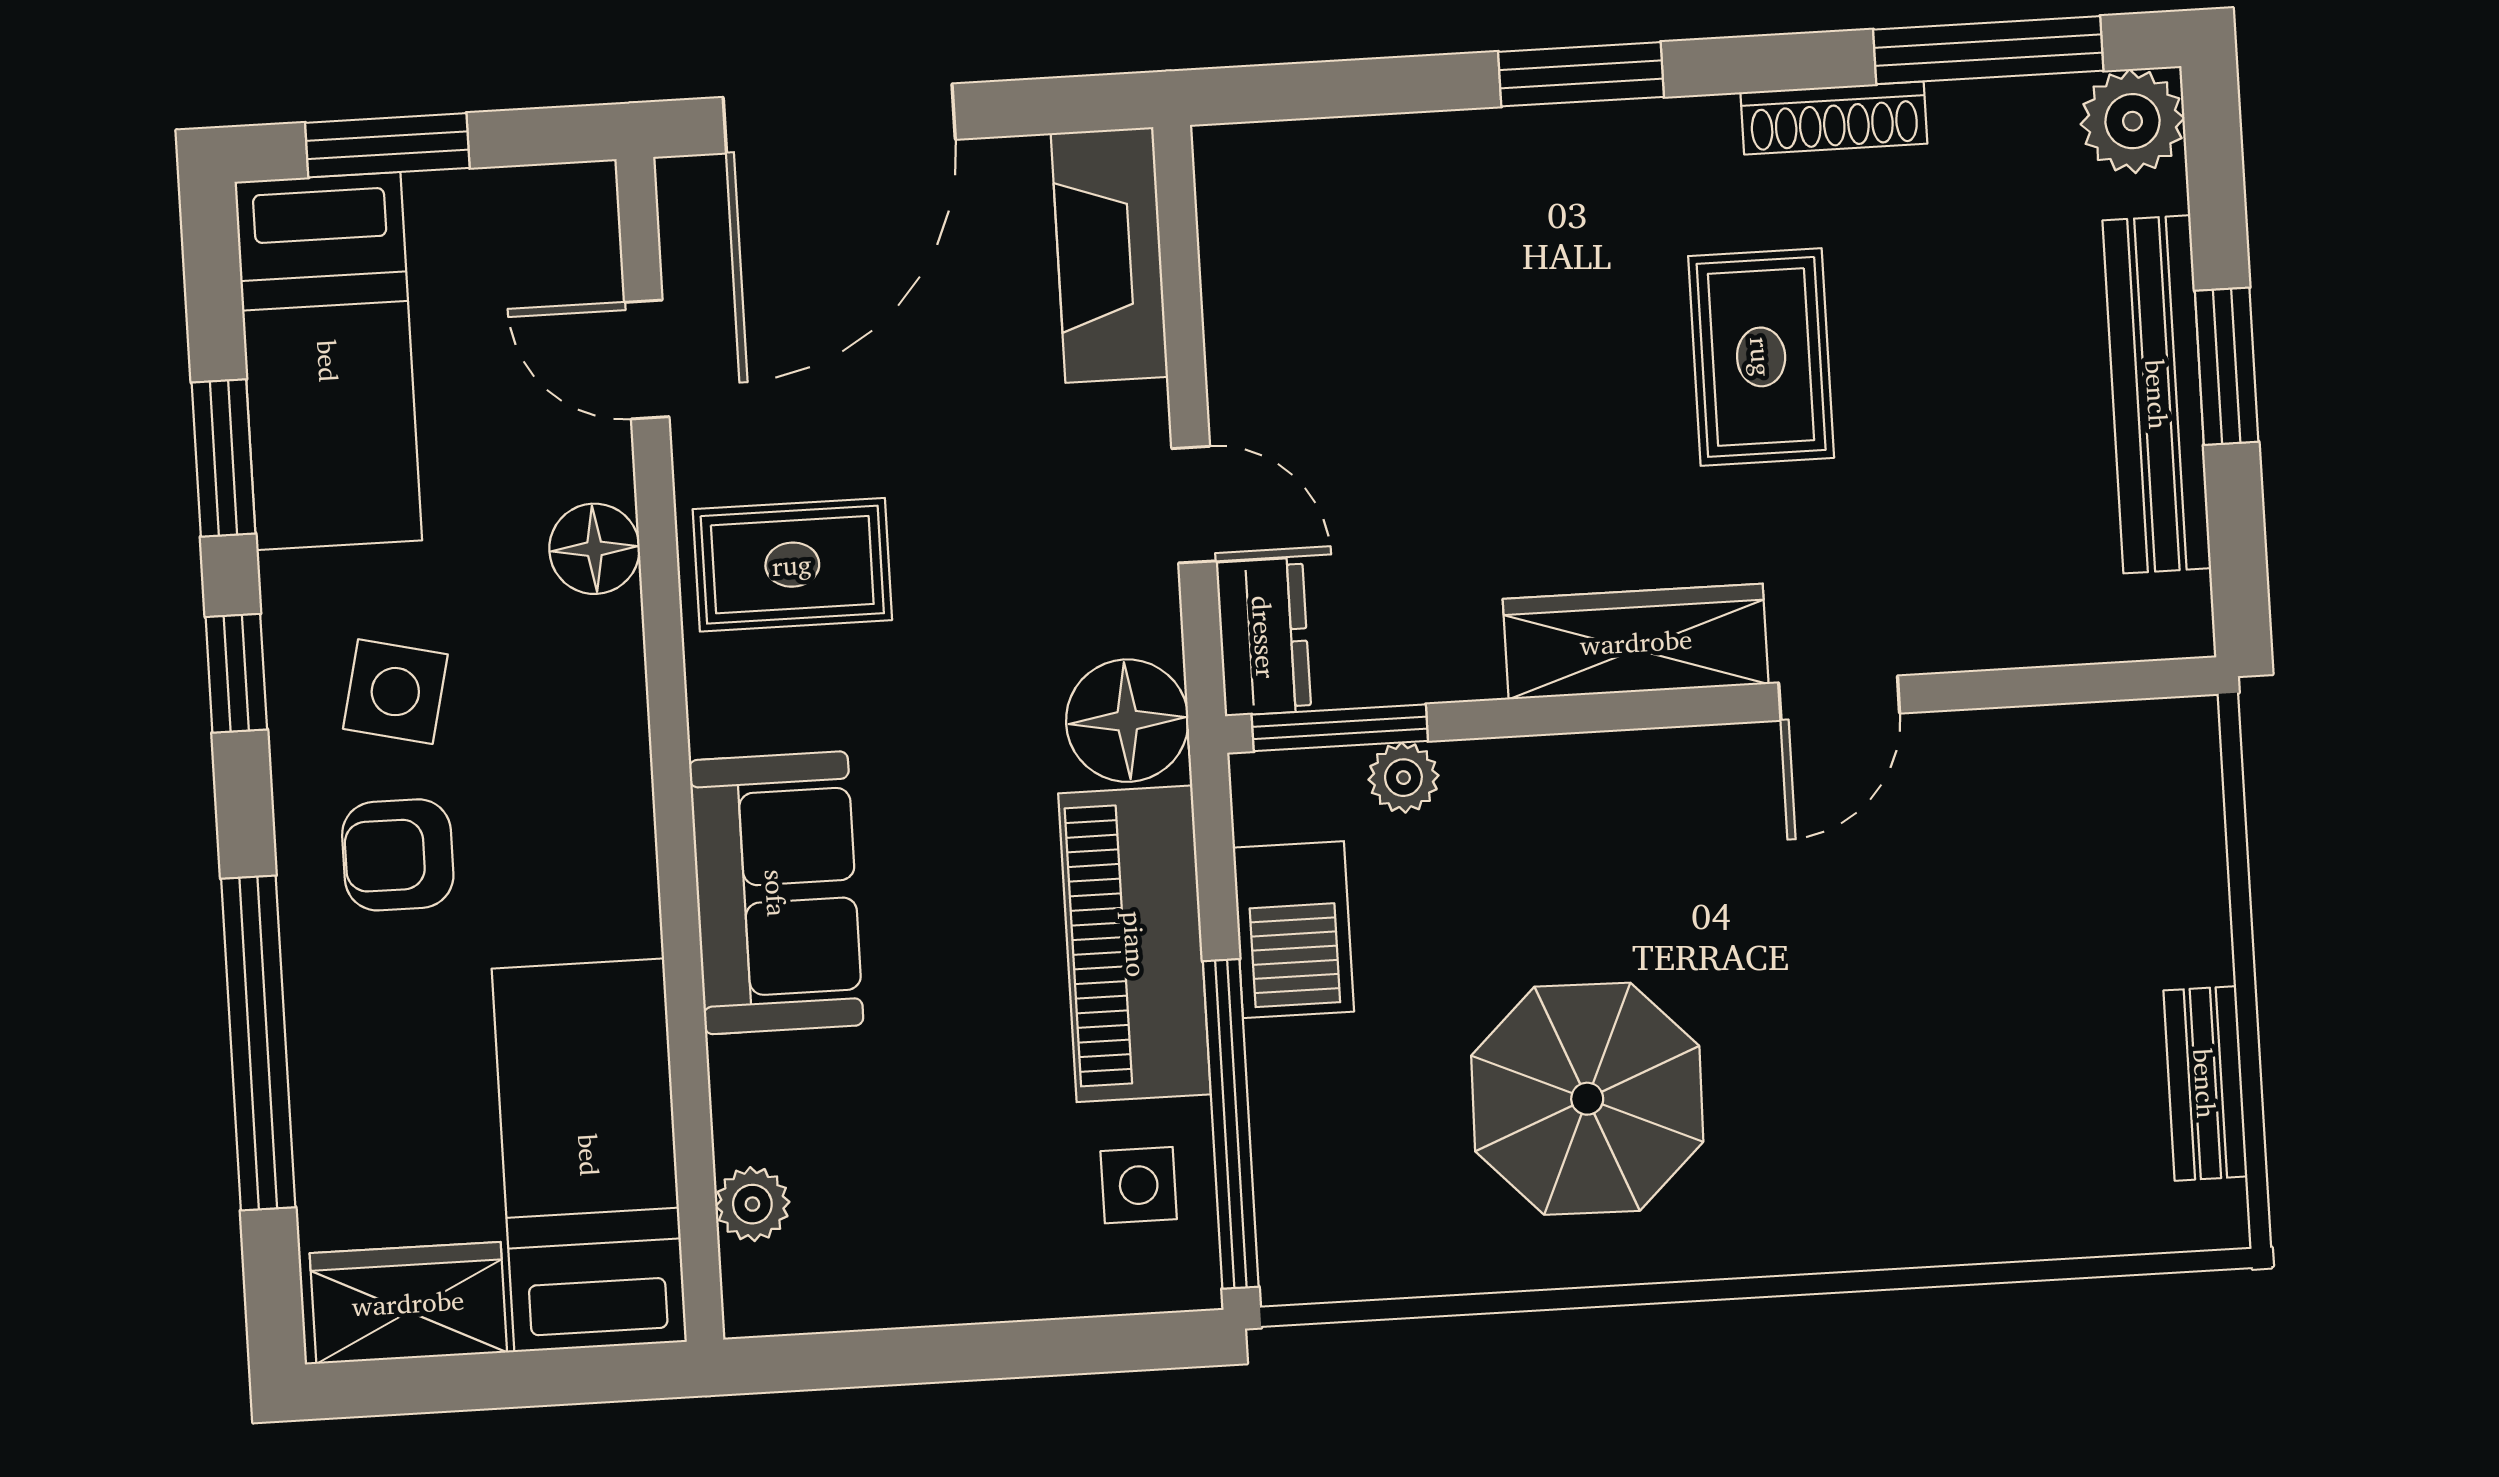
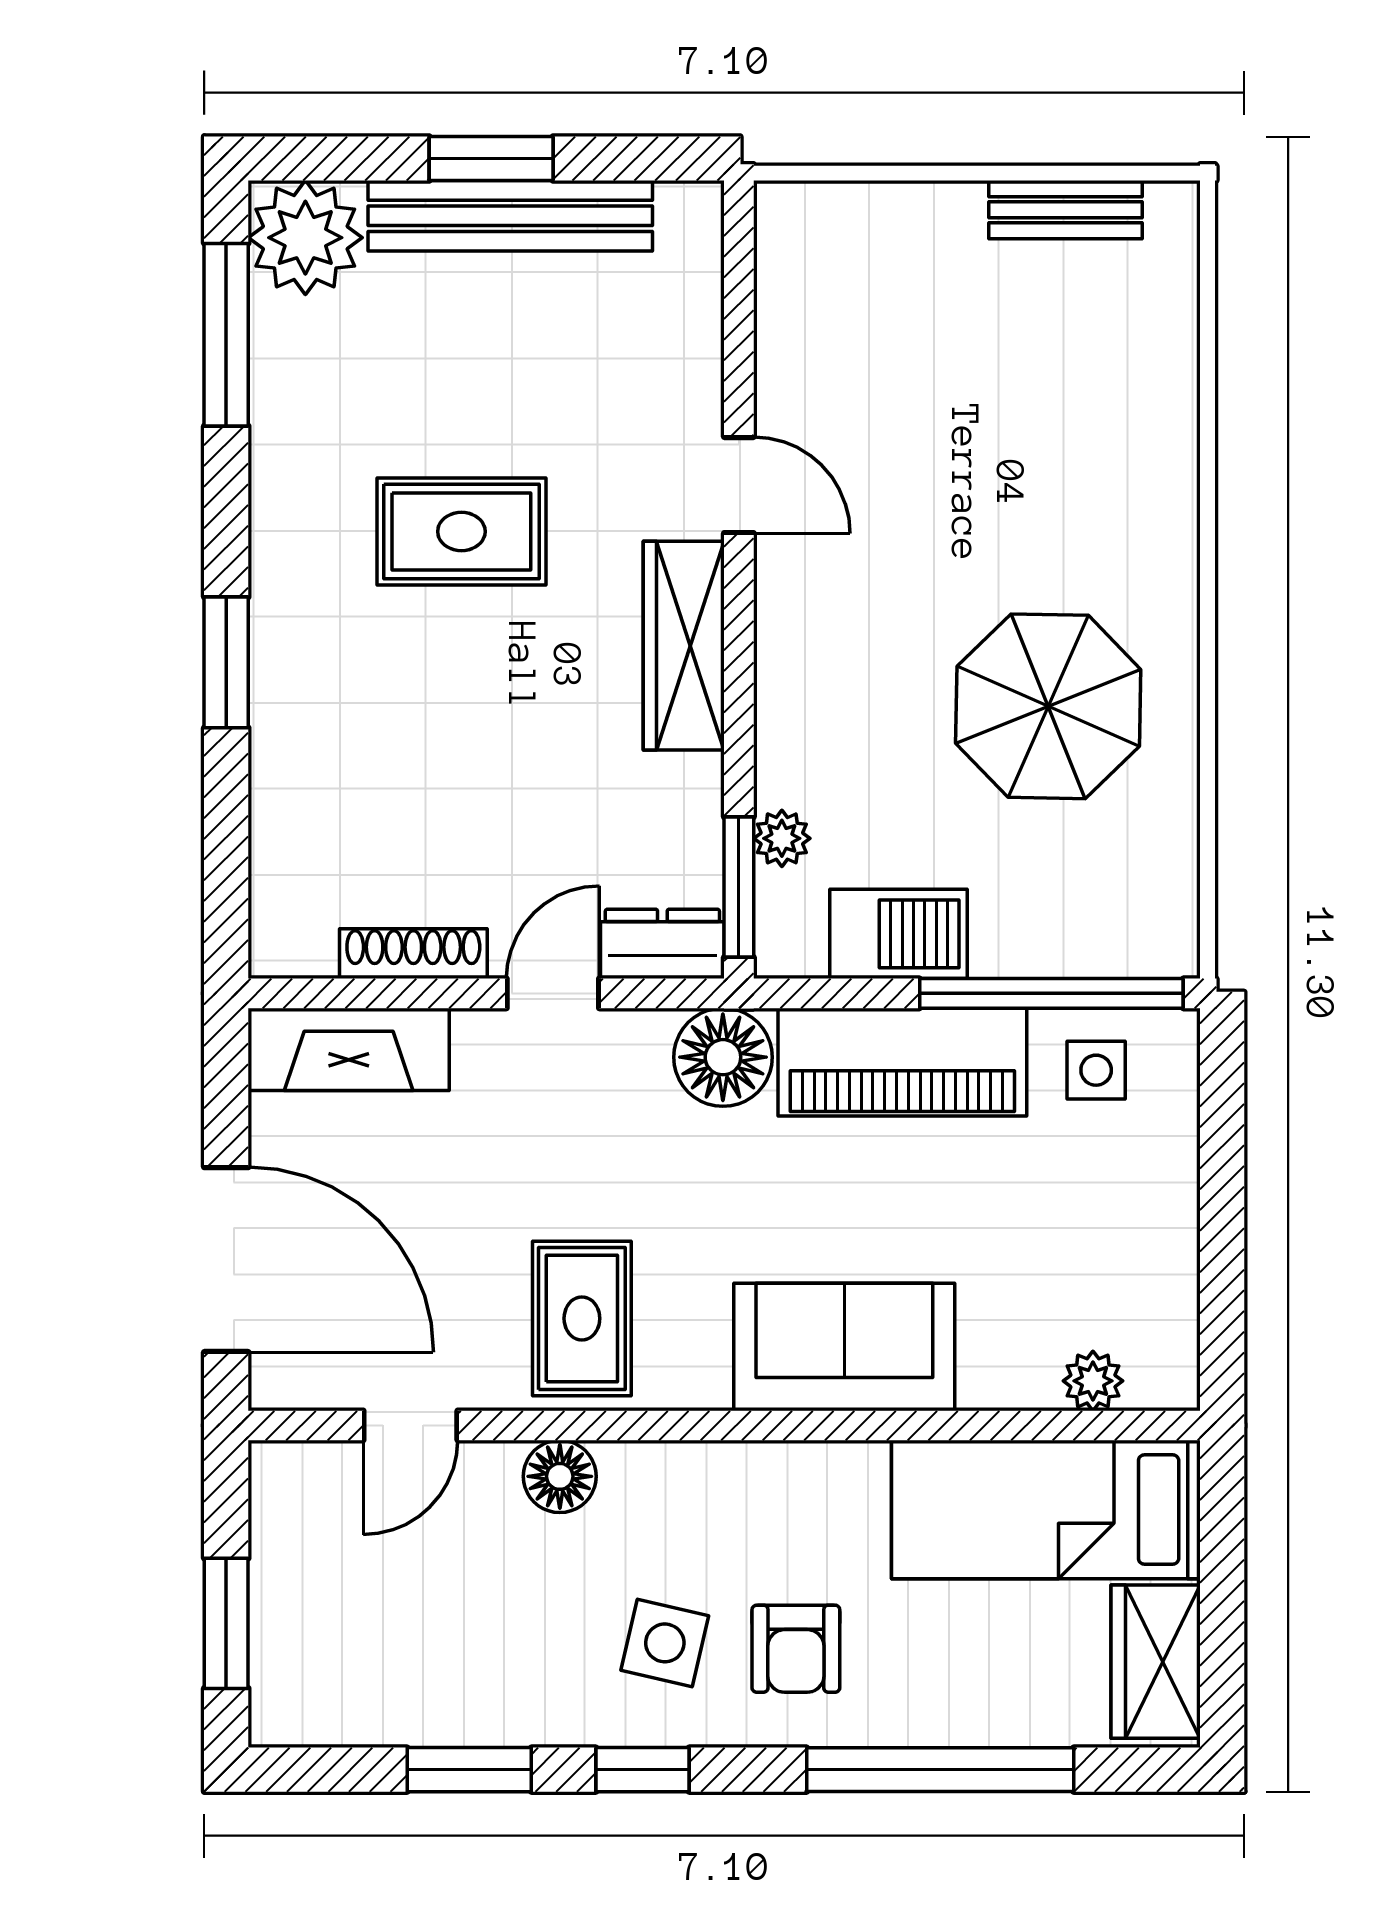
shoe rack: (1834, 118) -> (413, 954), moved, turned -90
plant: (2132, 121) -> (305, 238), width x1.36, depth x1.36
bed: (328, 361) -> (396, 1681), removed

